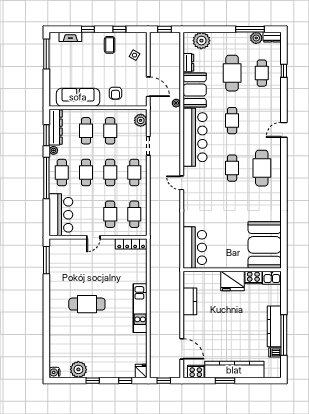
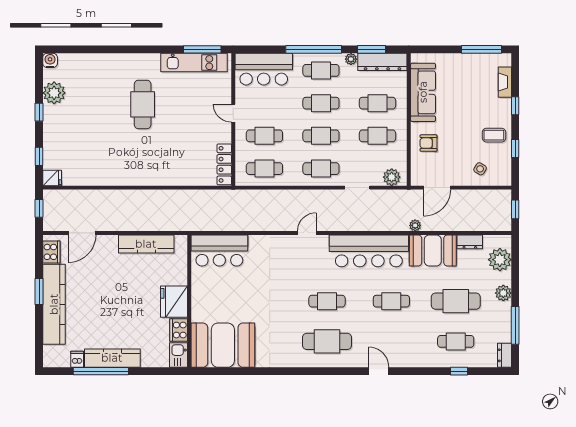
plant: (256, 38) -> (503, 293), moved
kitchen counter: (190, 301) -> (146, 244), width x1.50
kitchen unit: (140, 308) -> (194, 63), moved, turned 180

